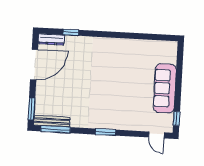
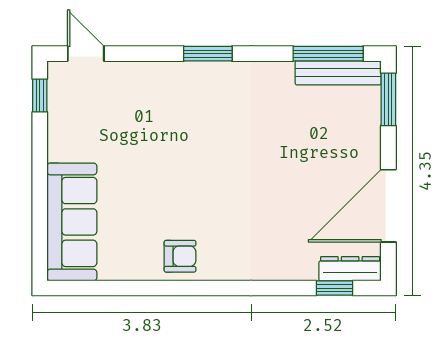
window: (71, 32) -> (335, 288), moved
armchair: (122, 48) -> (180, 256), added
sofa: (165, 88) -> (72, 222), moved

